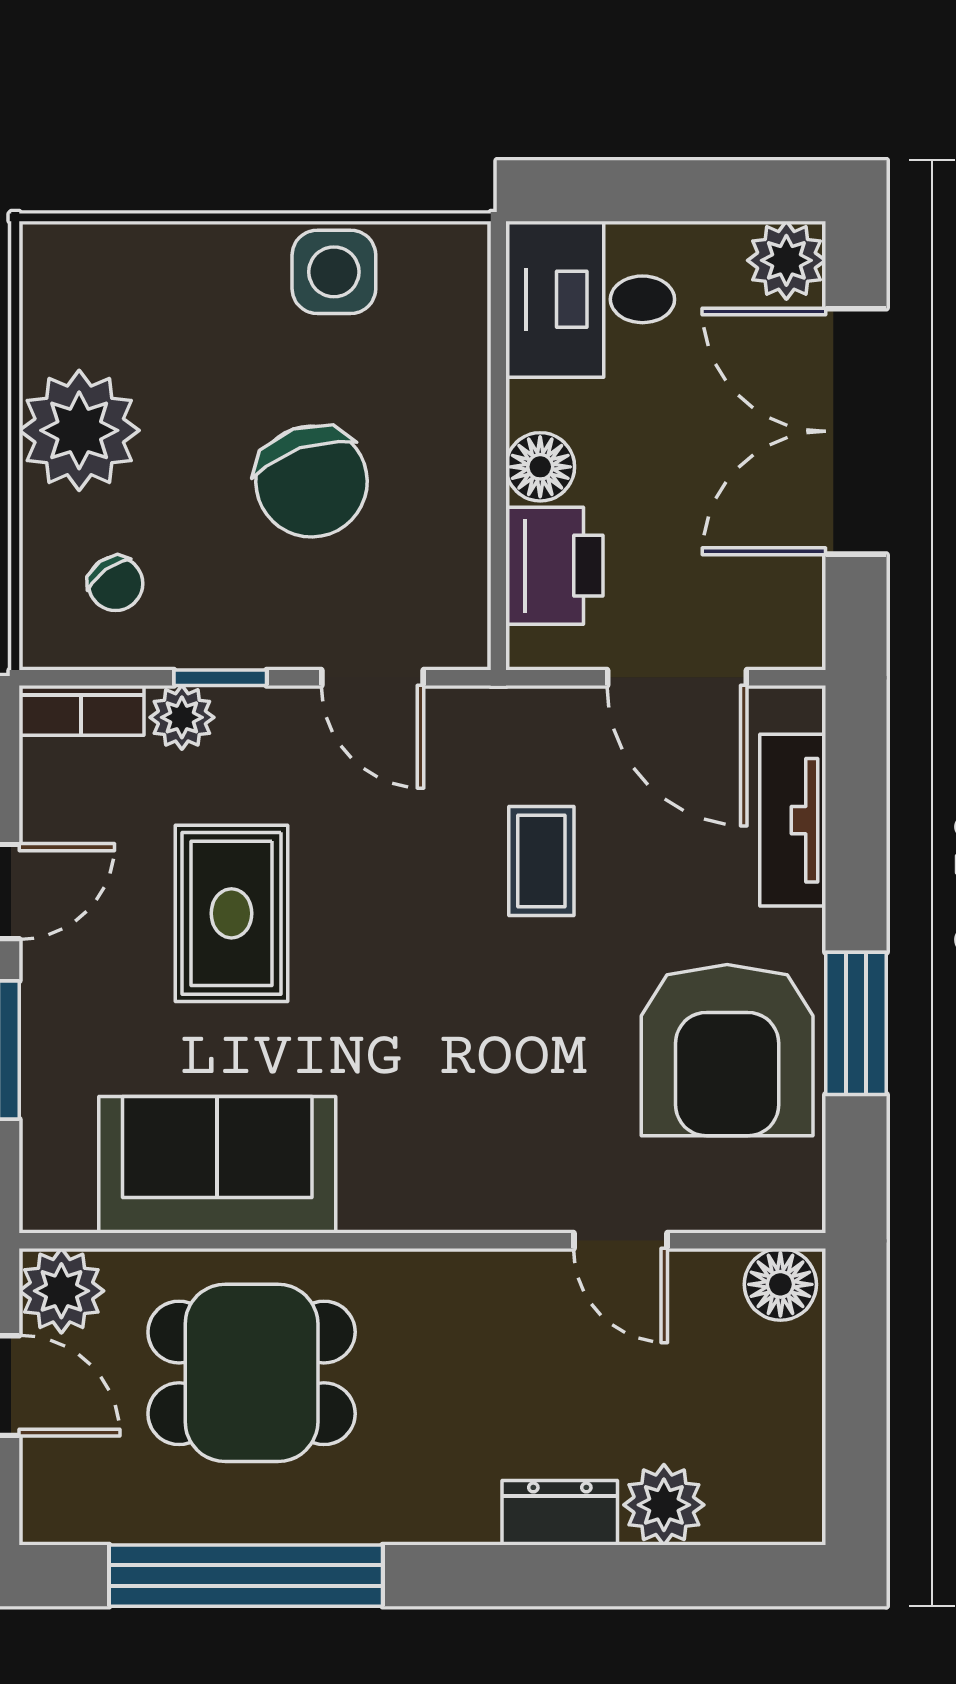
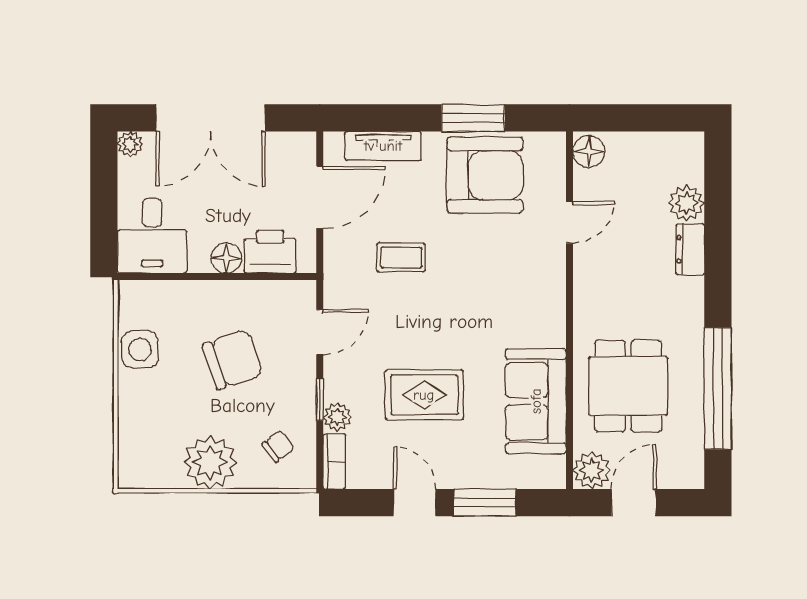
plant: (786, 260) -> (130, 144), width x0.73, depth x0.73

